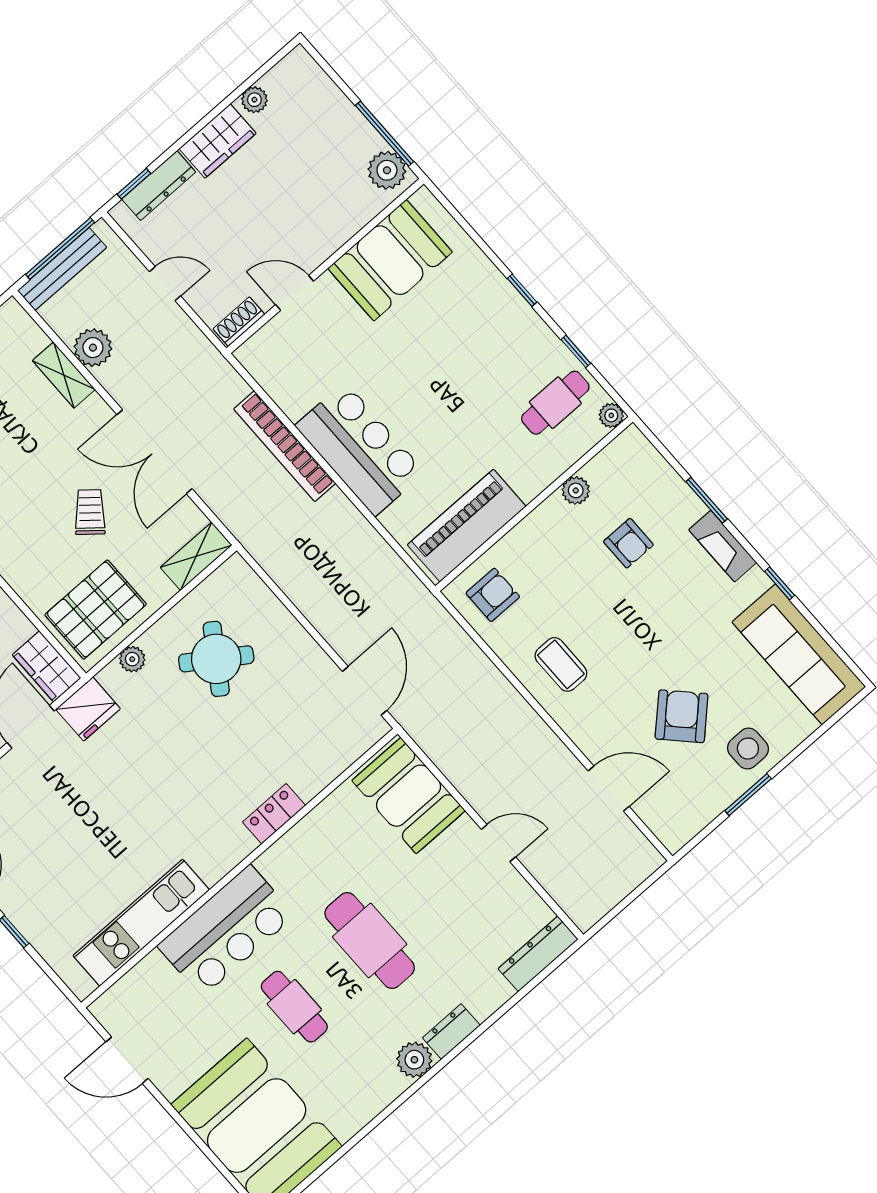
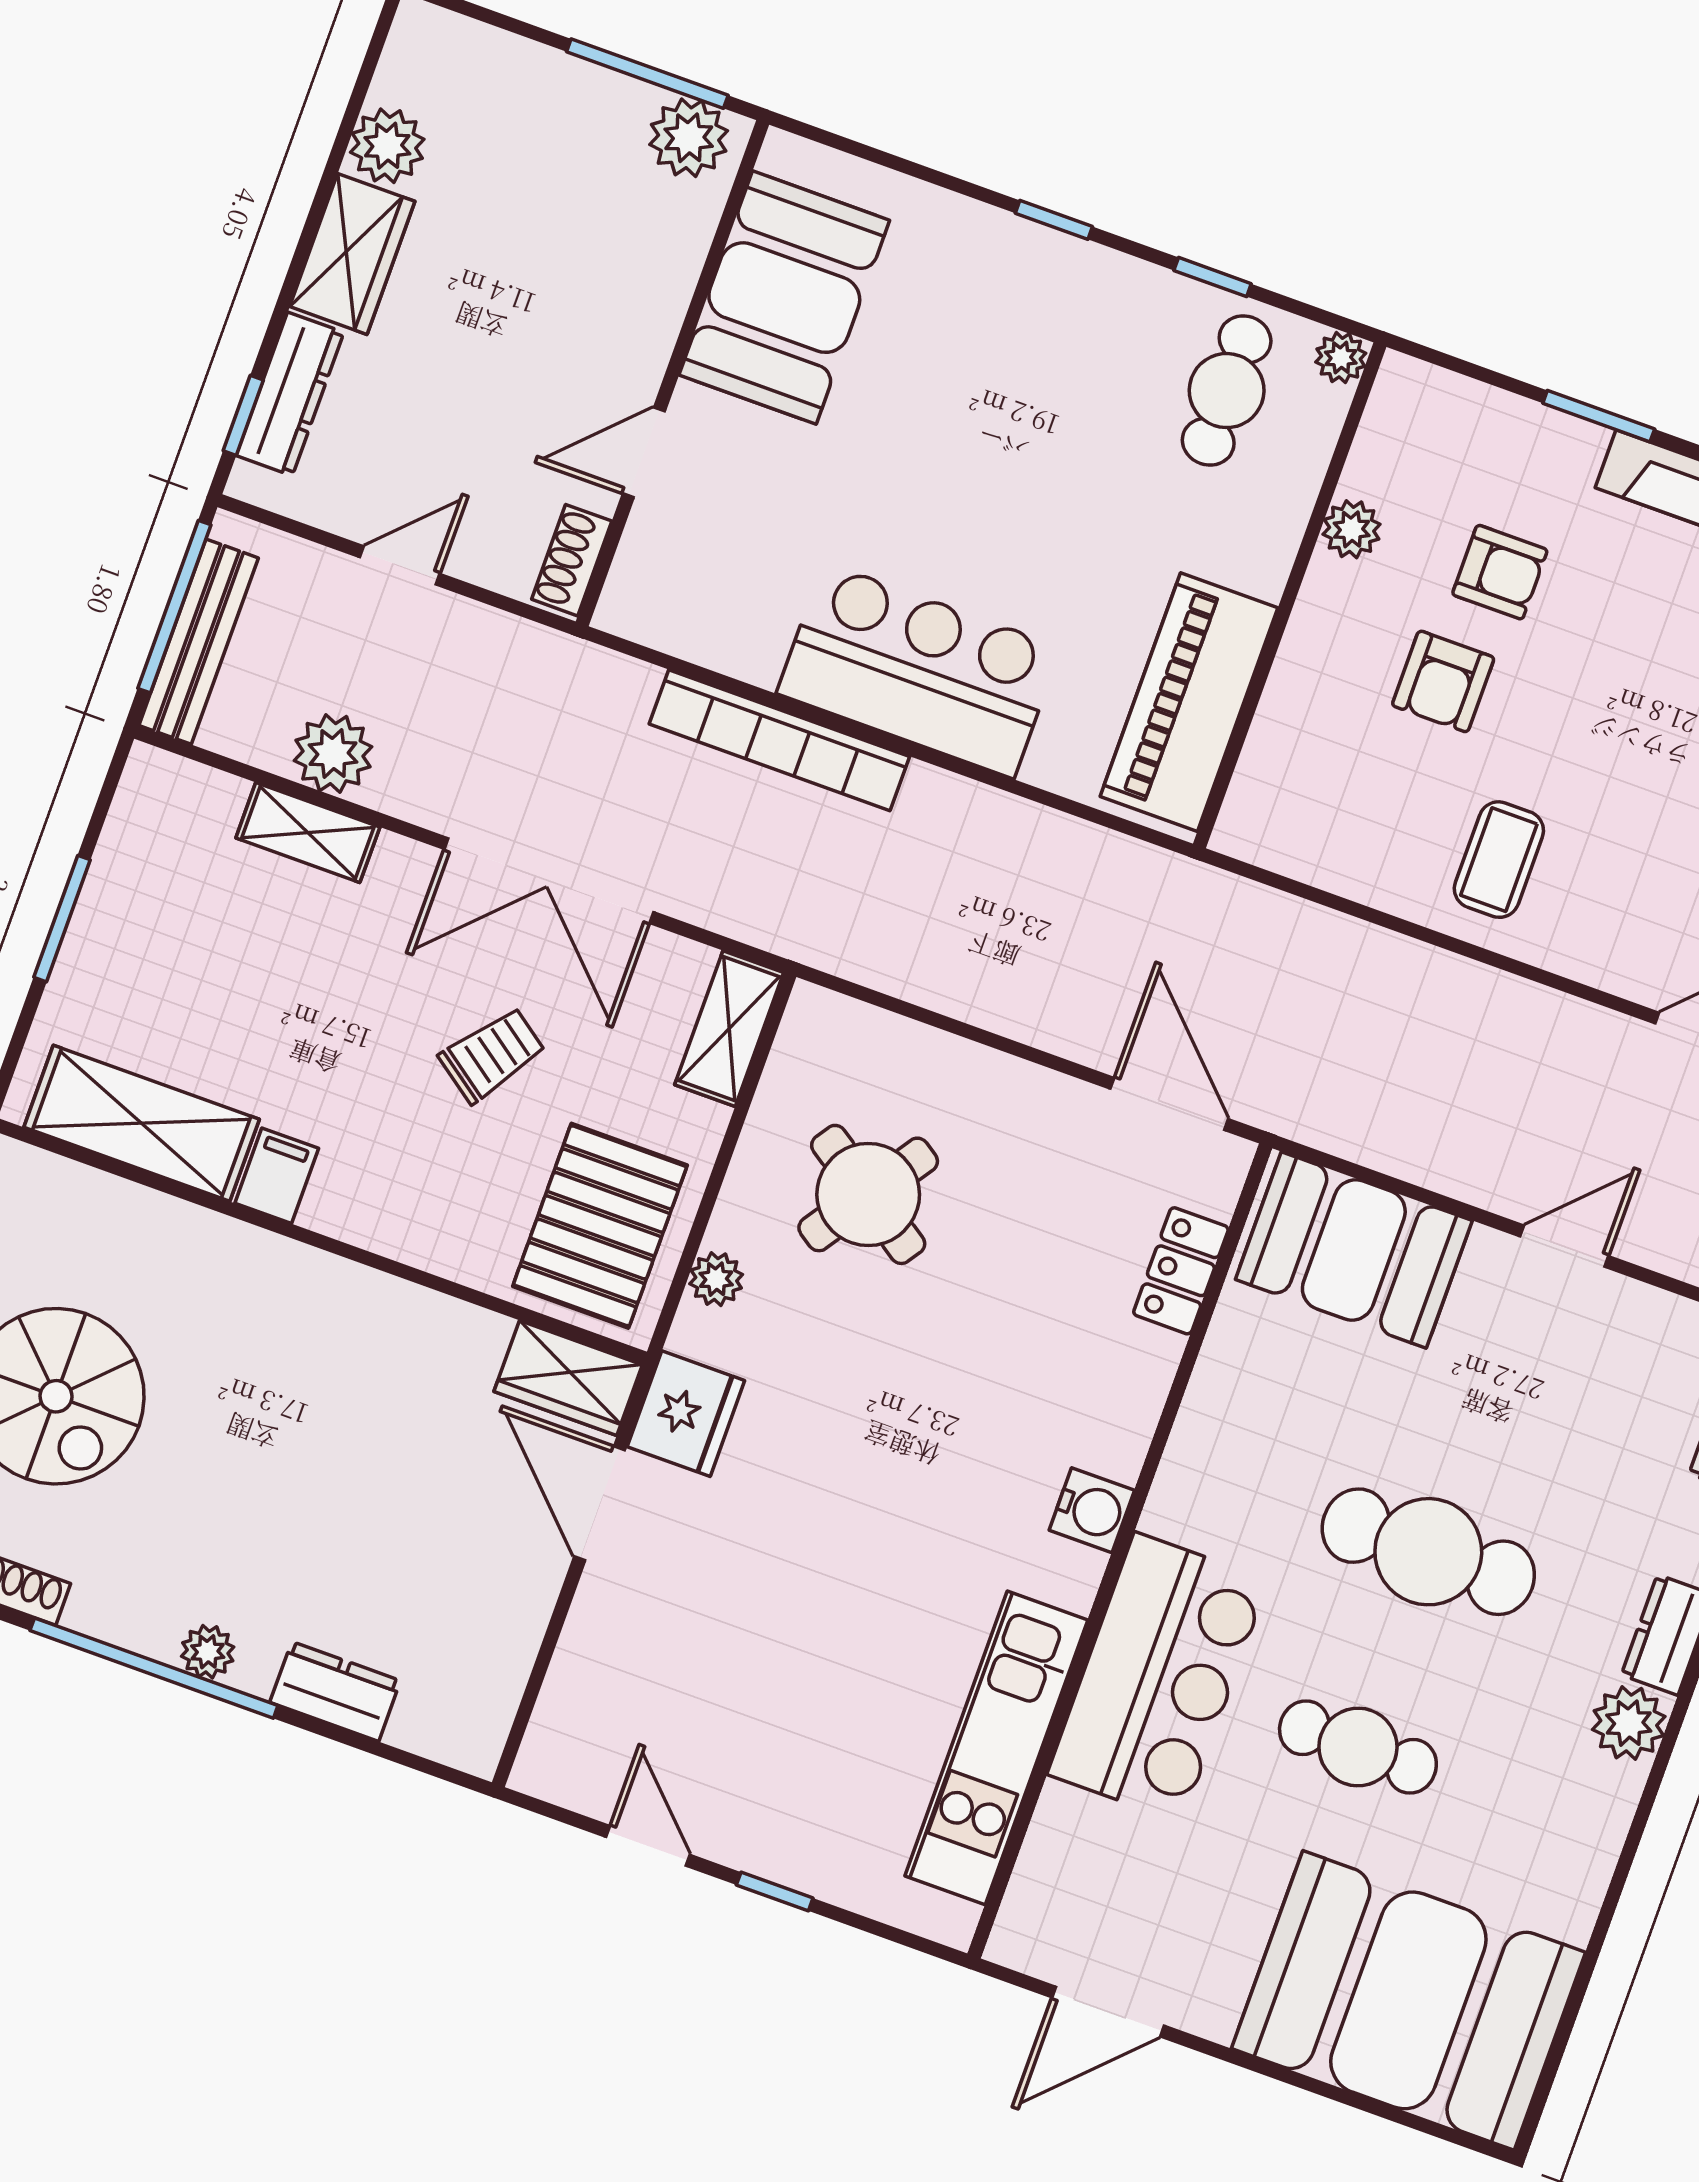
plant: (254, 100) -> (387, 146), width x1.38, depth x1.38
trolley: (90, 512) -> (492, 1055), turned 86
armchair: (493, 595) -> (1443, 681), moved, turned 180
coffee table: (561, 664) -> (1499, 860), turned 90
locker: (274, 814) -> (1181, 1271), moved
water cooler: (237, 844) -> (1092, 1510), added

